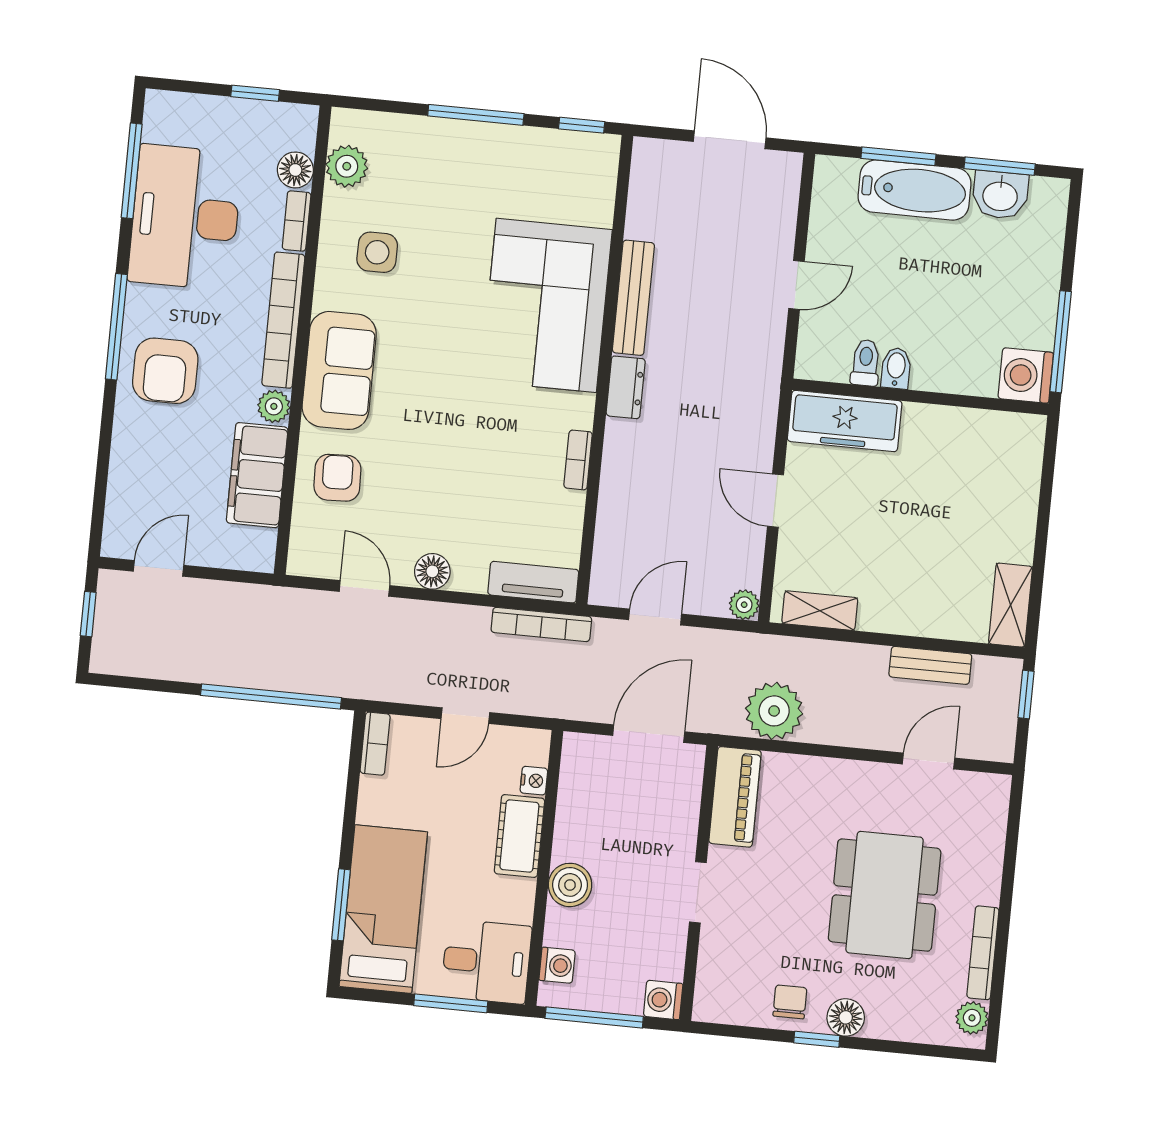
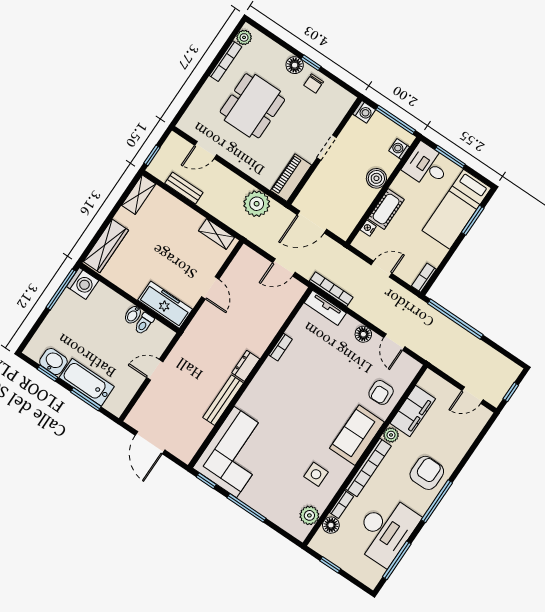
window: (1000, 166) -> (47, 373), width x0.67
corner sofa: (546, 305) -> (235, 452), moved
wardrobe: (1020, 472) -> (106, 246), added
plant: (744, 605) -> (245, 253), removed

